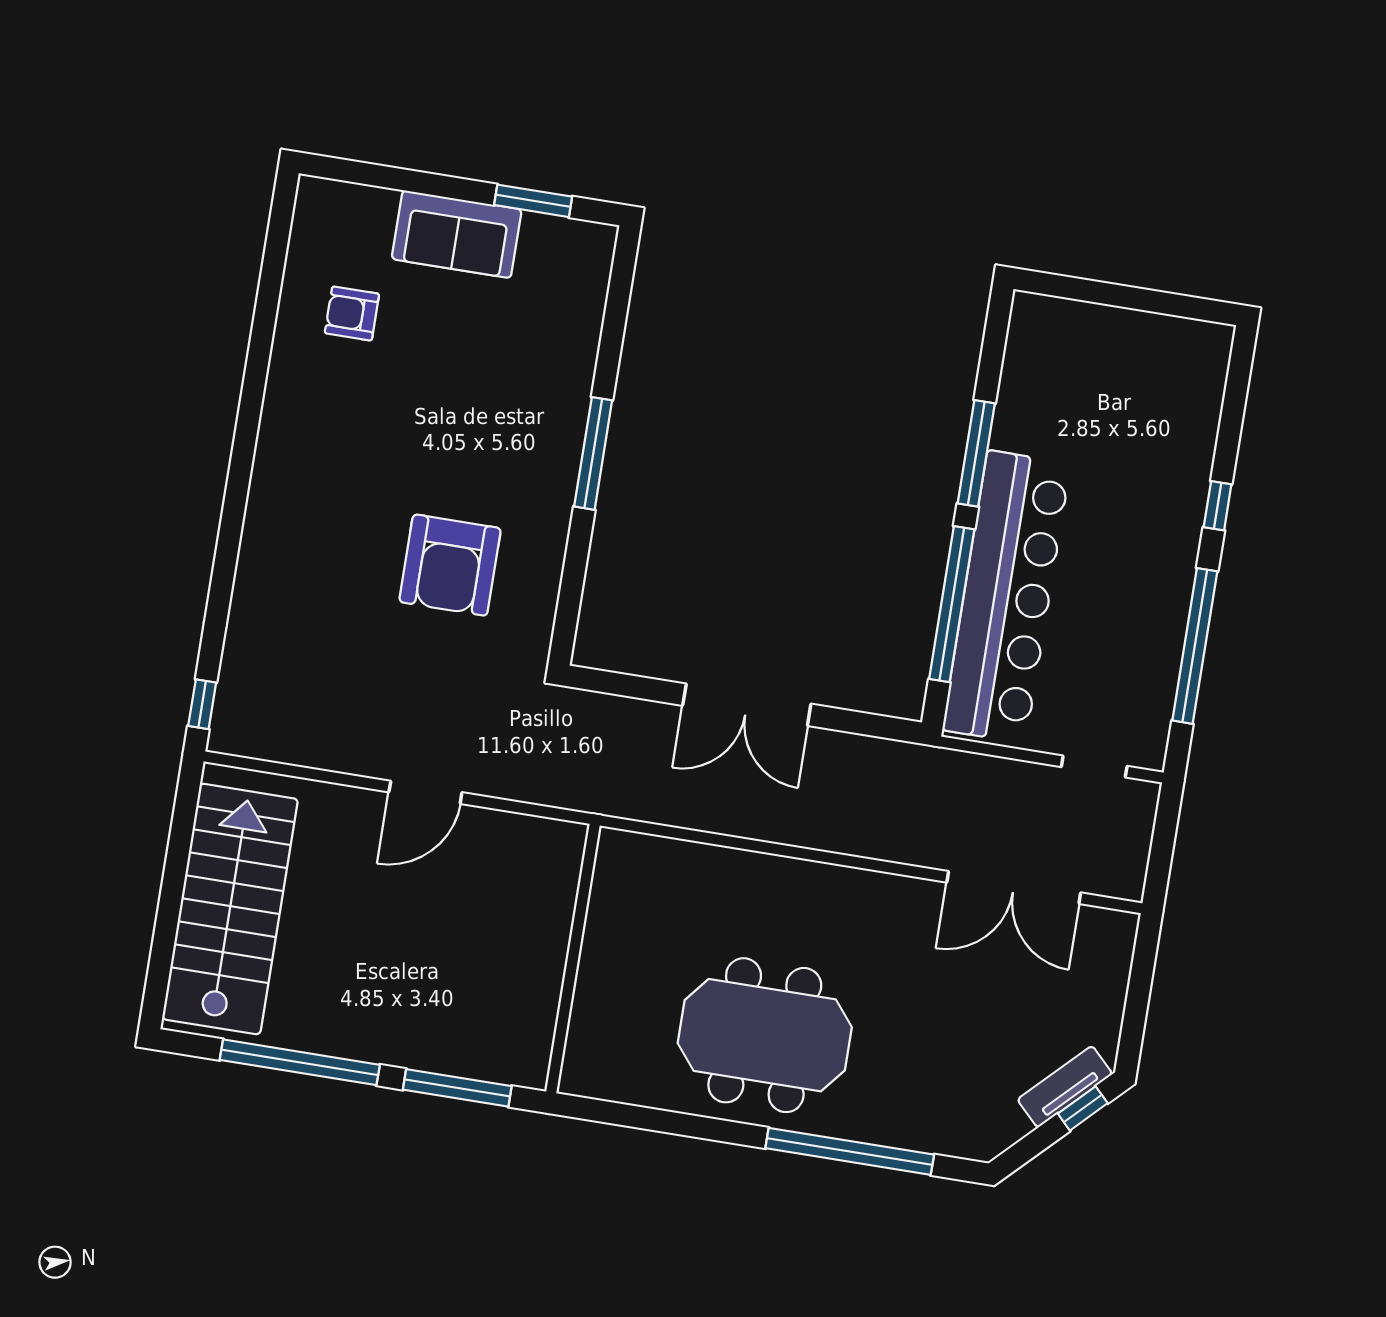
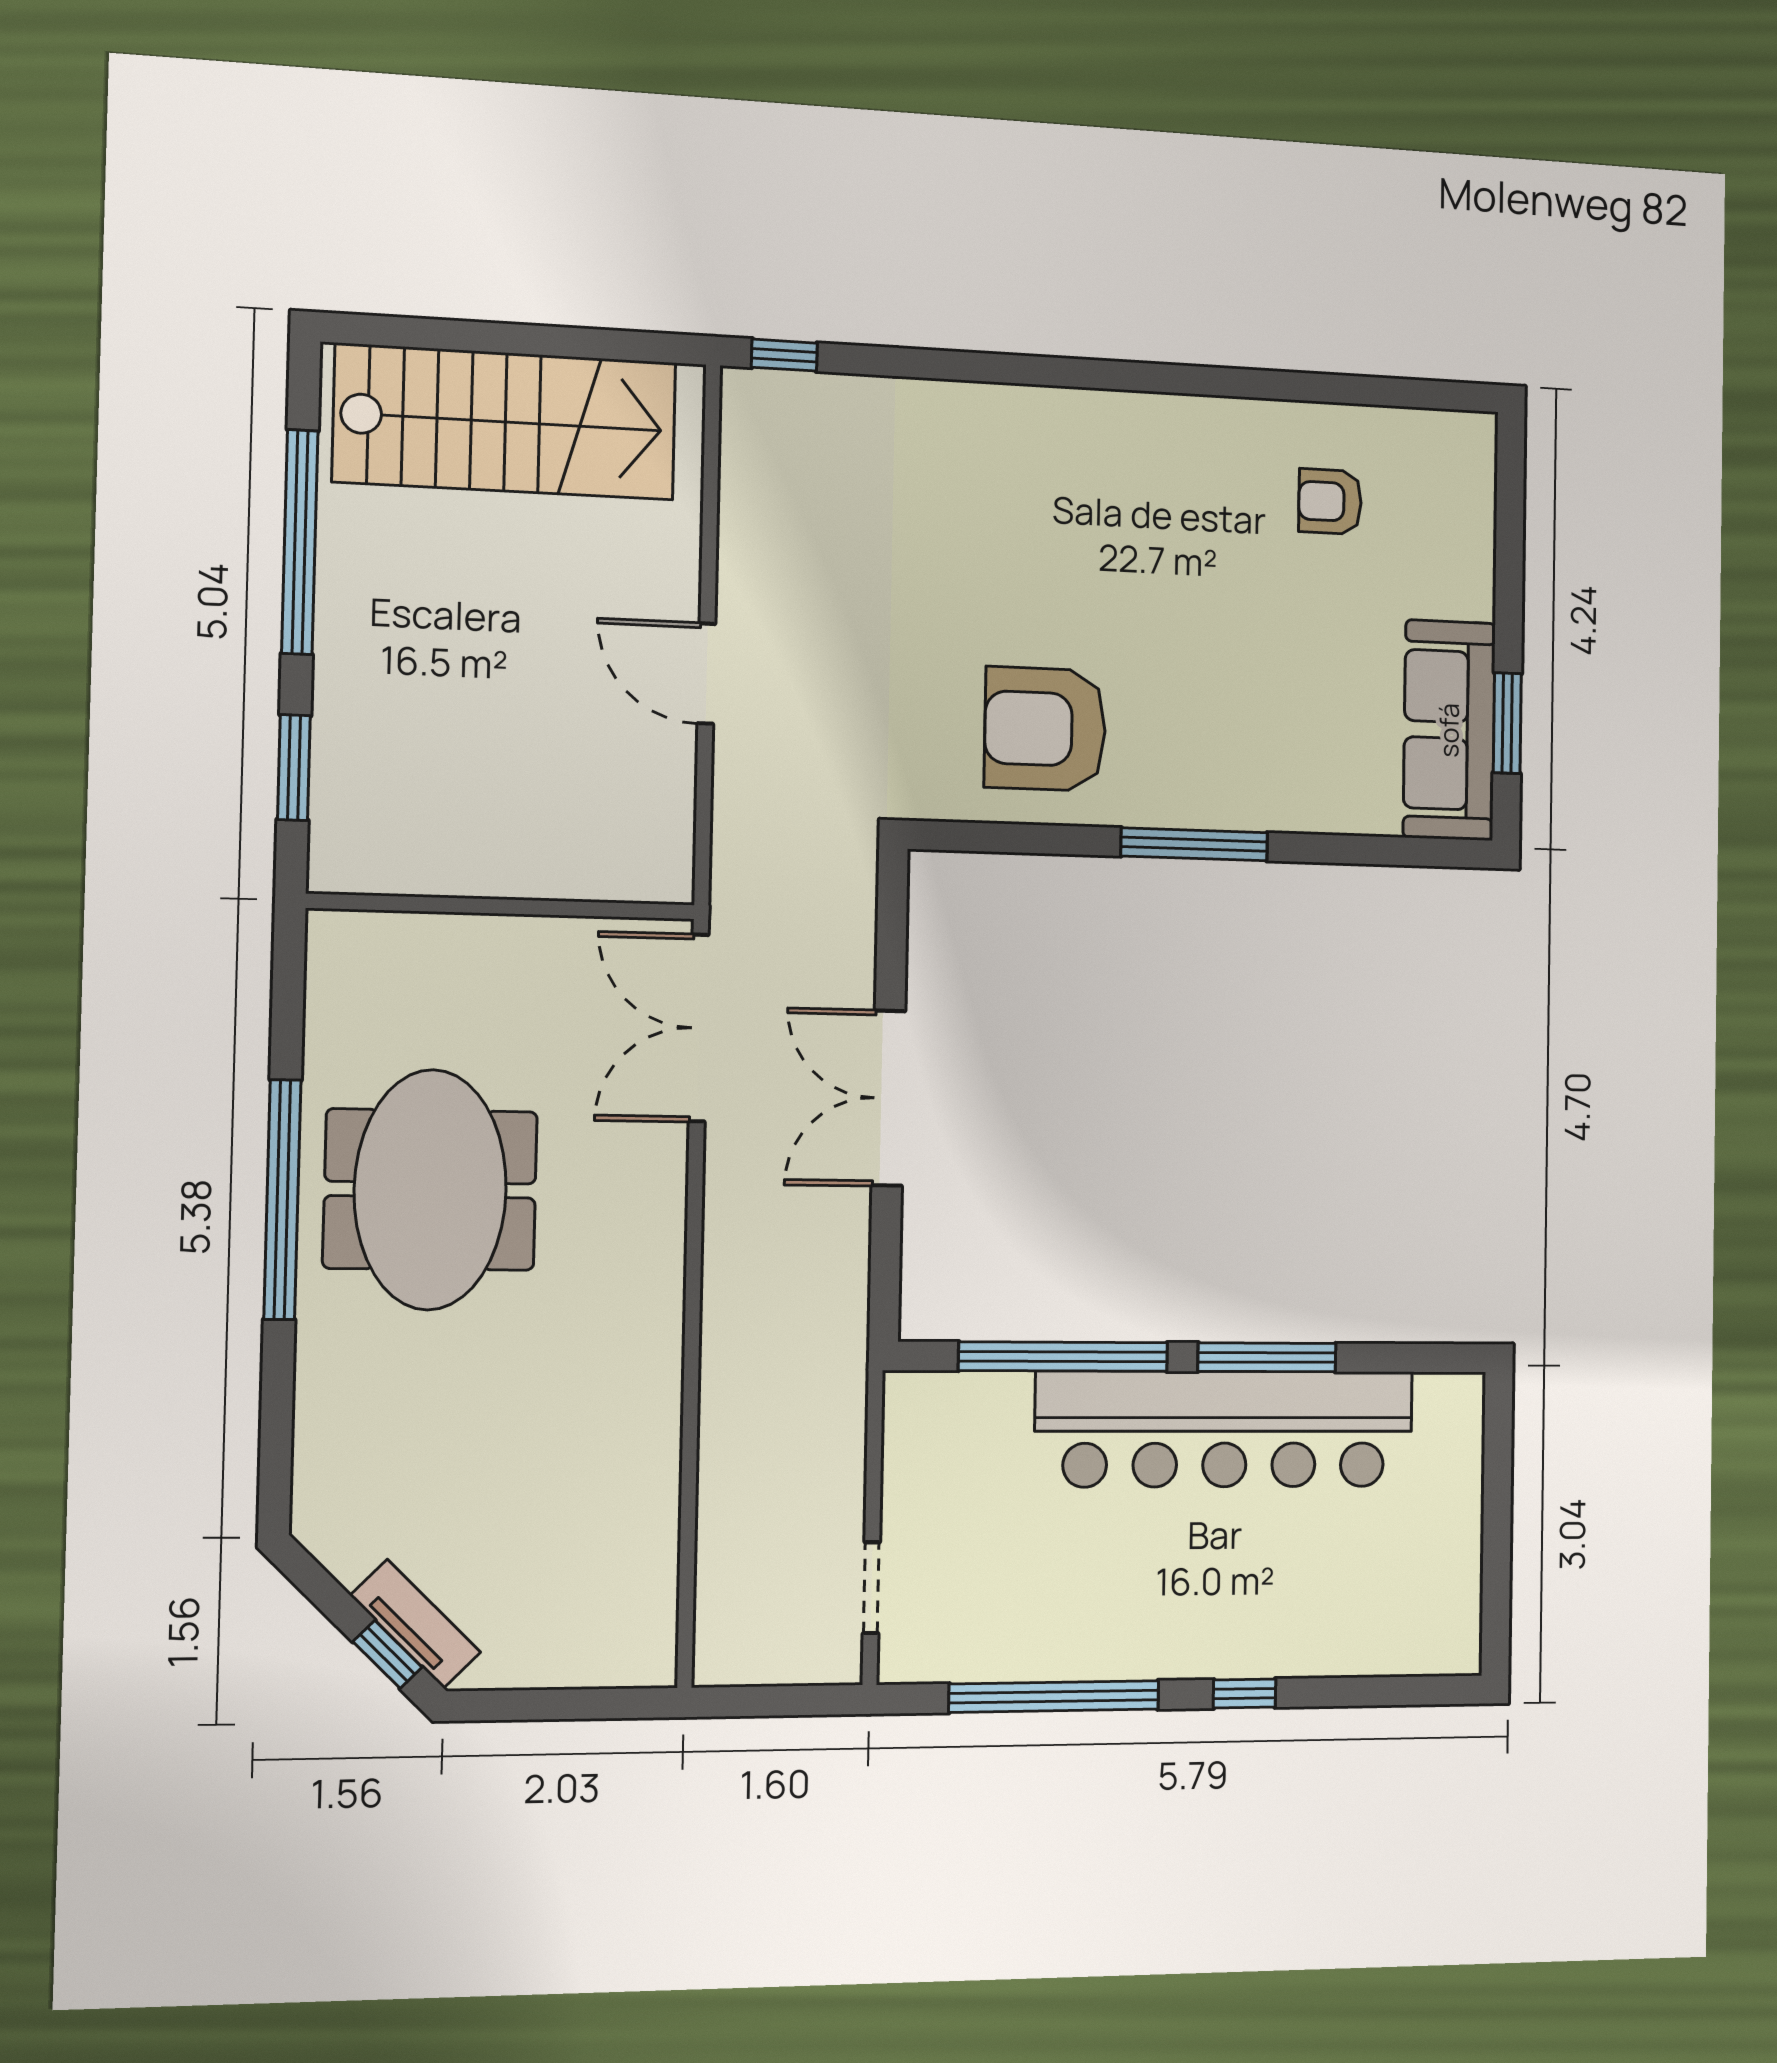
sofa: (457, 234) -> (1449, 730), moved, width x1.36
armchair: (352, 314) -> (1330, 502), turned -90
armchair: (450, 565) -> (1045, 729), moved
bar counter: (1007, 597) -> (1225, 1429), moved
double door: (1014, 888) -> (699, 1028), moved
window: (457, 1088) -> (294, 768), width x0.69
window: (850, 1151) -> (282, 1200), moved

